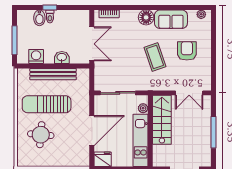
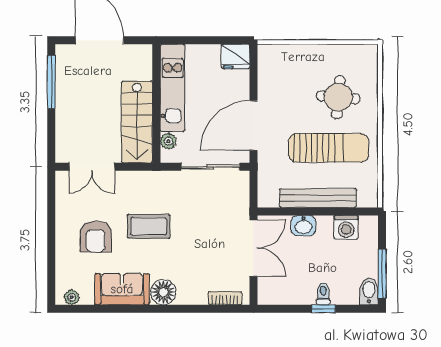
bidet: (39, 18) -> (369, 291), moved
window: (15, 40) -> (382, 274), moved
double door: (92, 44) -> (254, 248), swing flipped
coffee table: (155, 57) -> (149, 226), turned -71
double door: (189, 93) -> (92, 167), swing flipped
door: (92, 131) -> (254, 126), moved
window: (214, 132) -> (51, 82), moved

